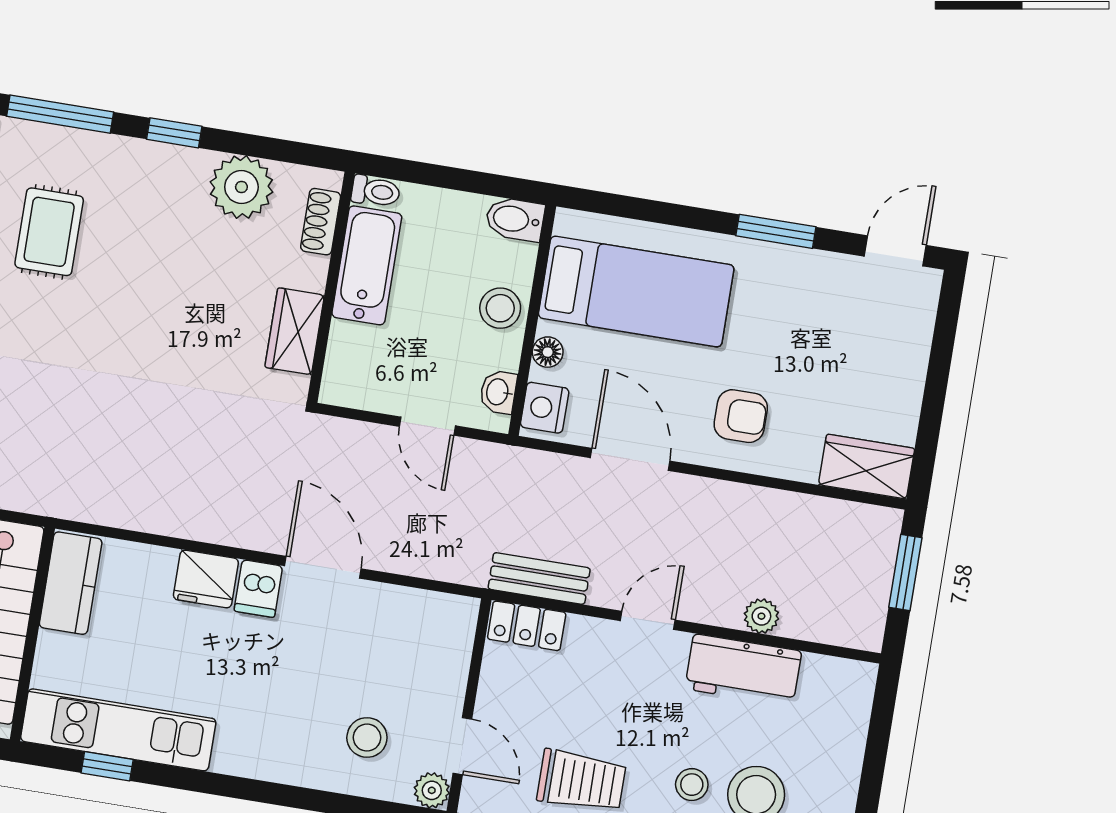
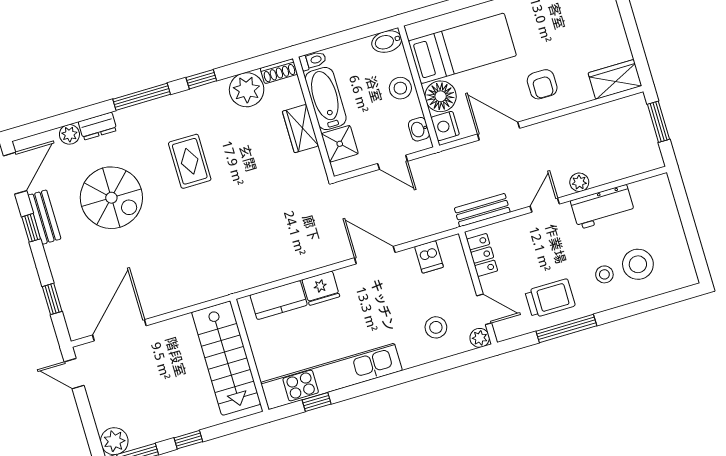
shoe rack: (321, 222) -> (279, 71), moved, turned -90
rug: (49, 232) -> (190, 161), moved
wardrobe: (295, 331) -> (300, 129), moved
floor lamp: (548, 352) -> (441, 96), width x1.89, depth x1.89
shower: (354, 353) -> (340, 144), added
armchair: (741, 416) -> (542, 84), turned 90
kitchen counter: (71, 583) -> (279, 300), moved, turned 90
dishwasher: (258, 589) -> (429, 257), moved
plant: (761, 616) -> (579, 182), moved
locker: (527, 626) -> (482, 255), moved, turned -90
kitchen unit: (118, 730) -> (331, 376), width x1.36

